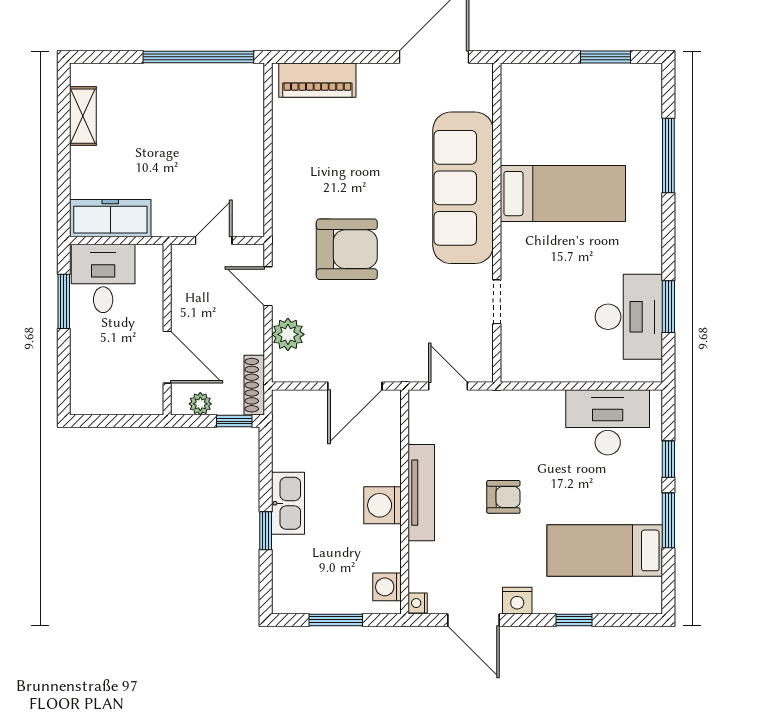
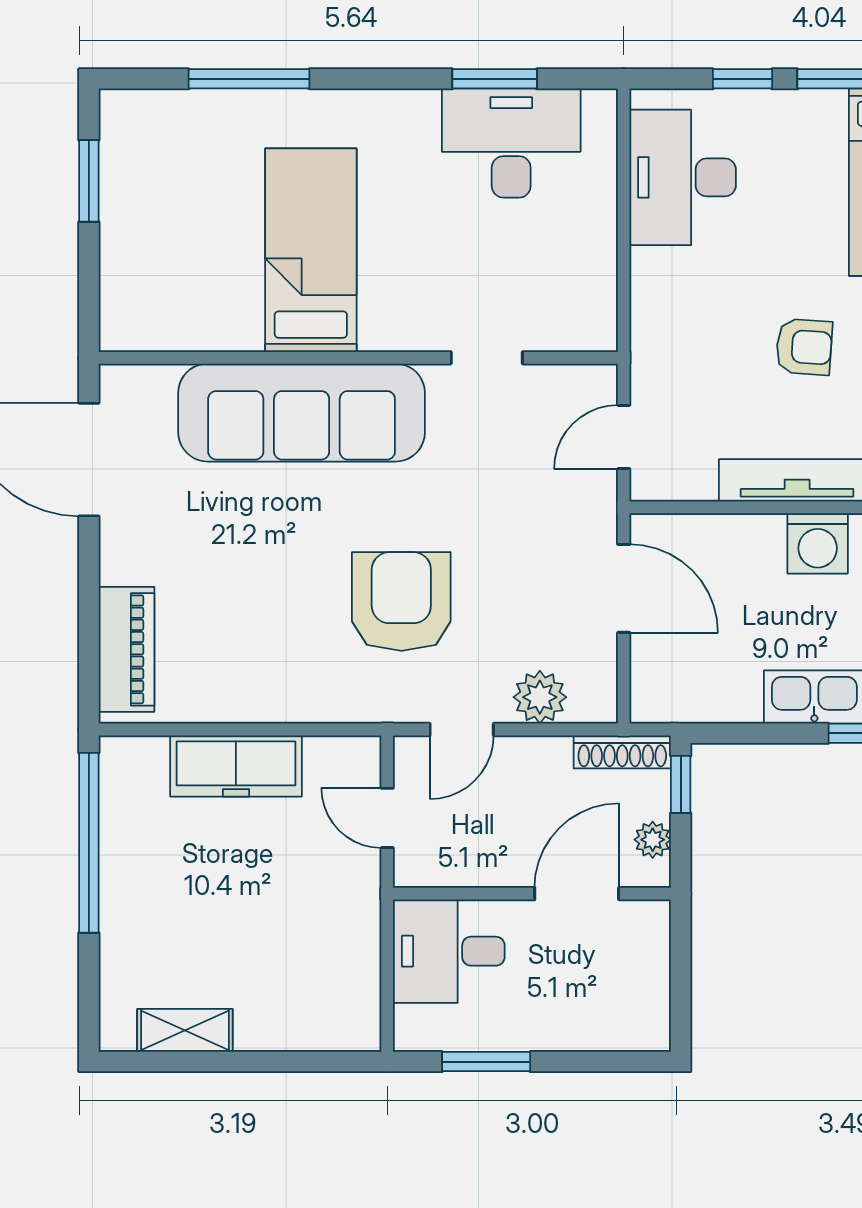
freezer: (110, 218) -> (236, 766), moved, turned -90
desk: (103, 278) -> (449, 951), moved
armchair: (503, 497) -> (804, 347), turned 94

